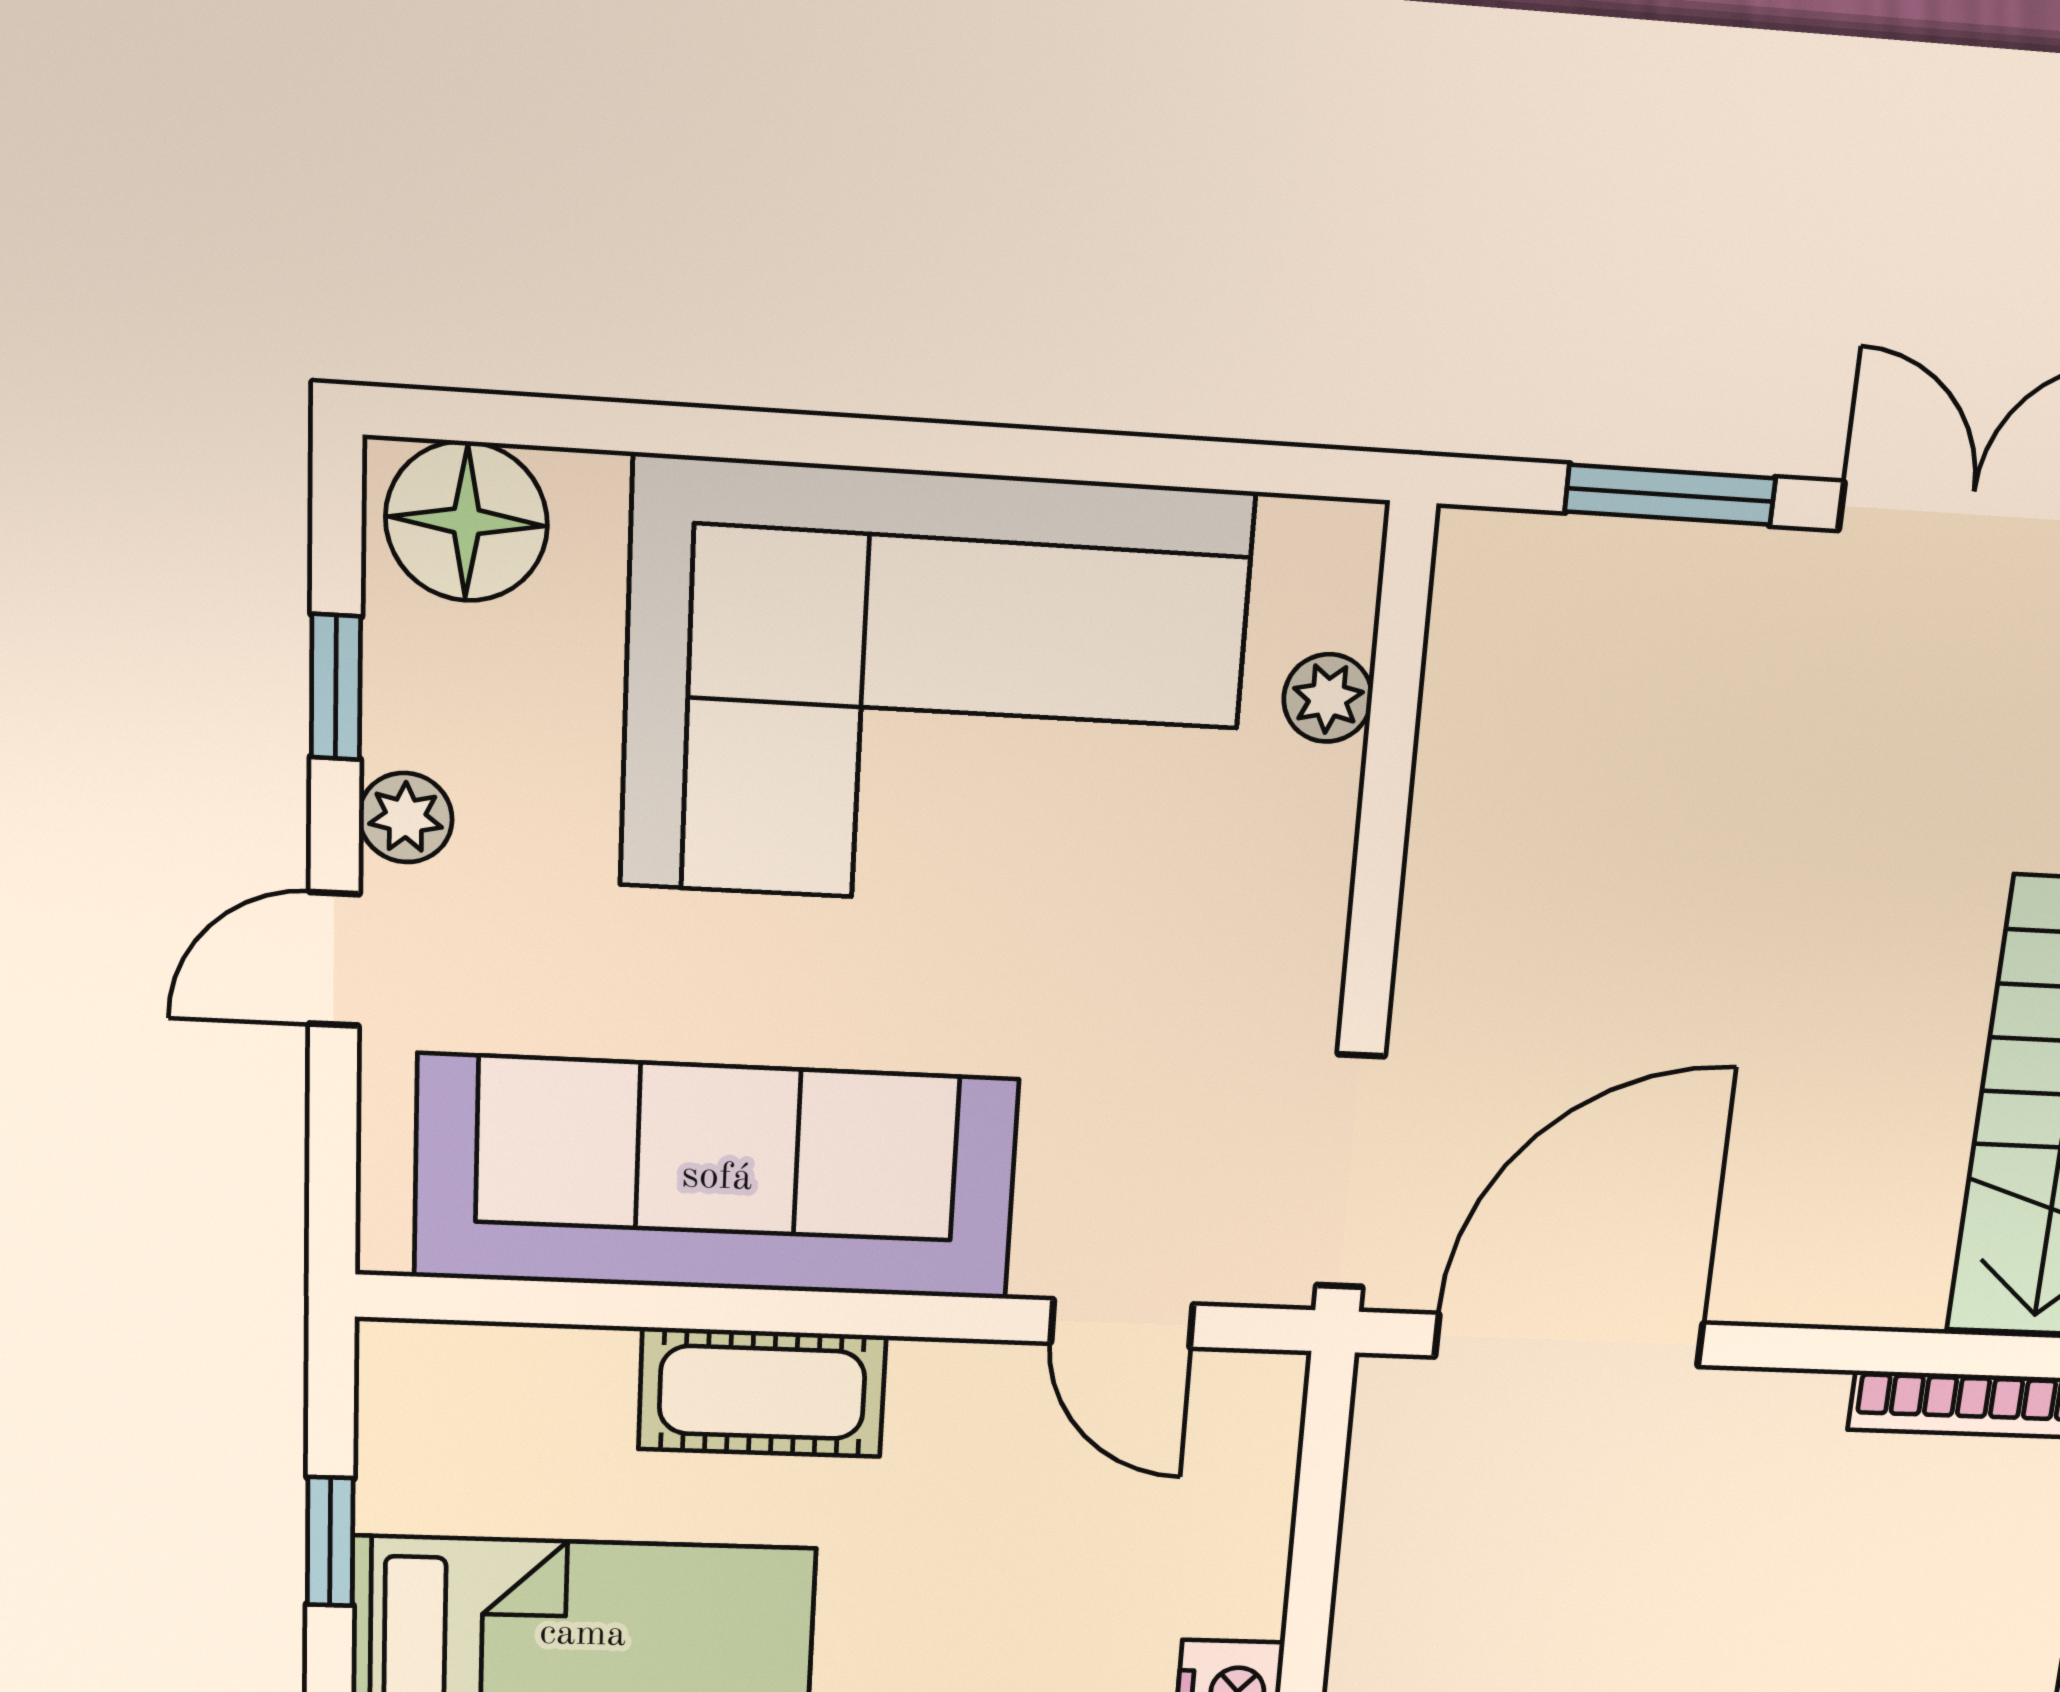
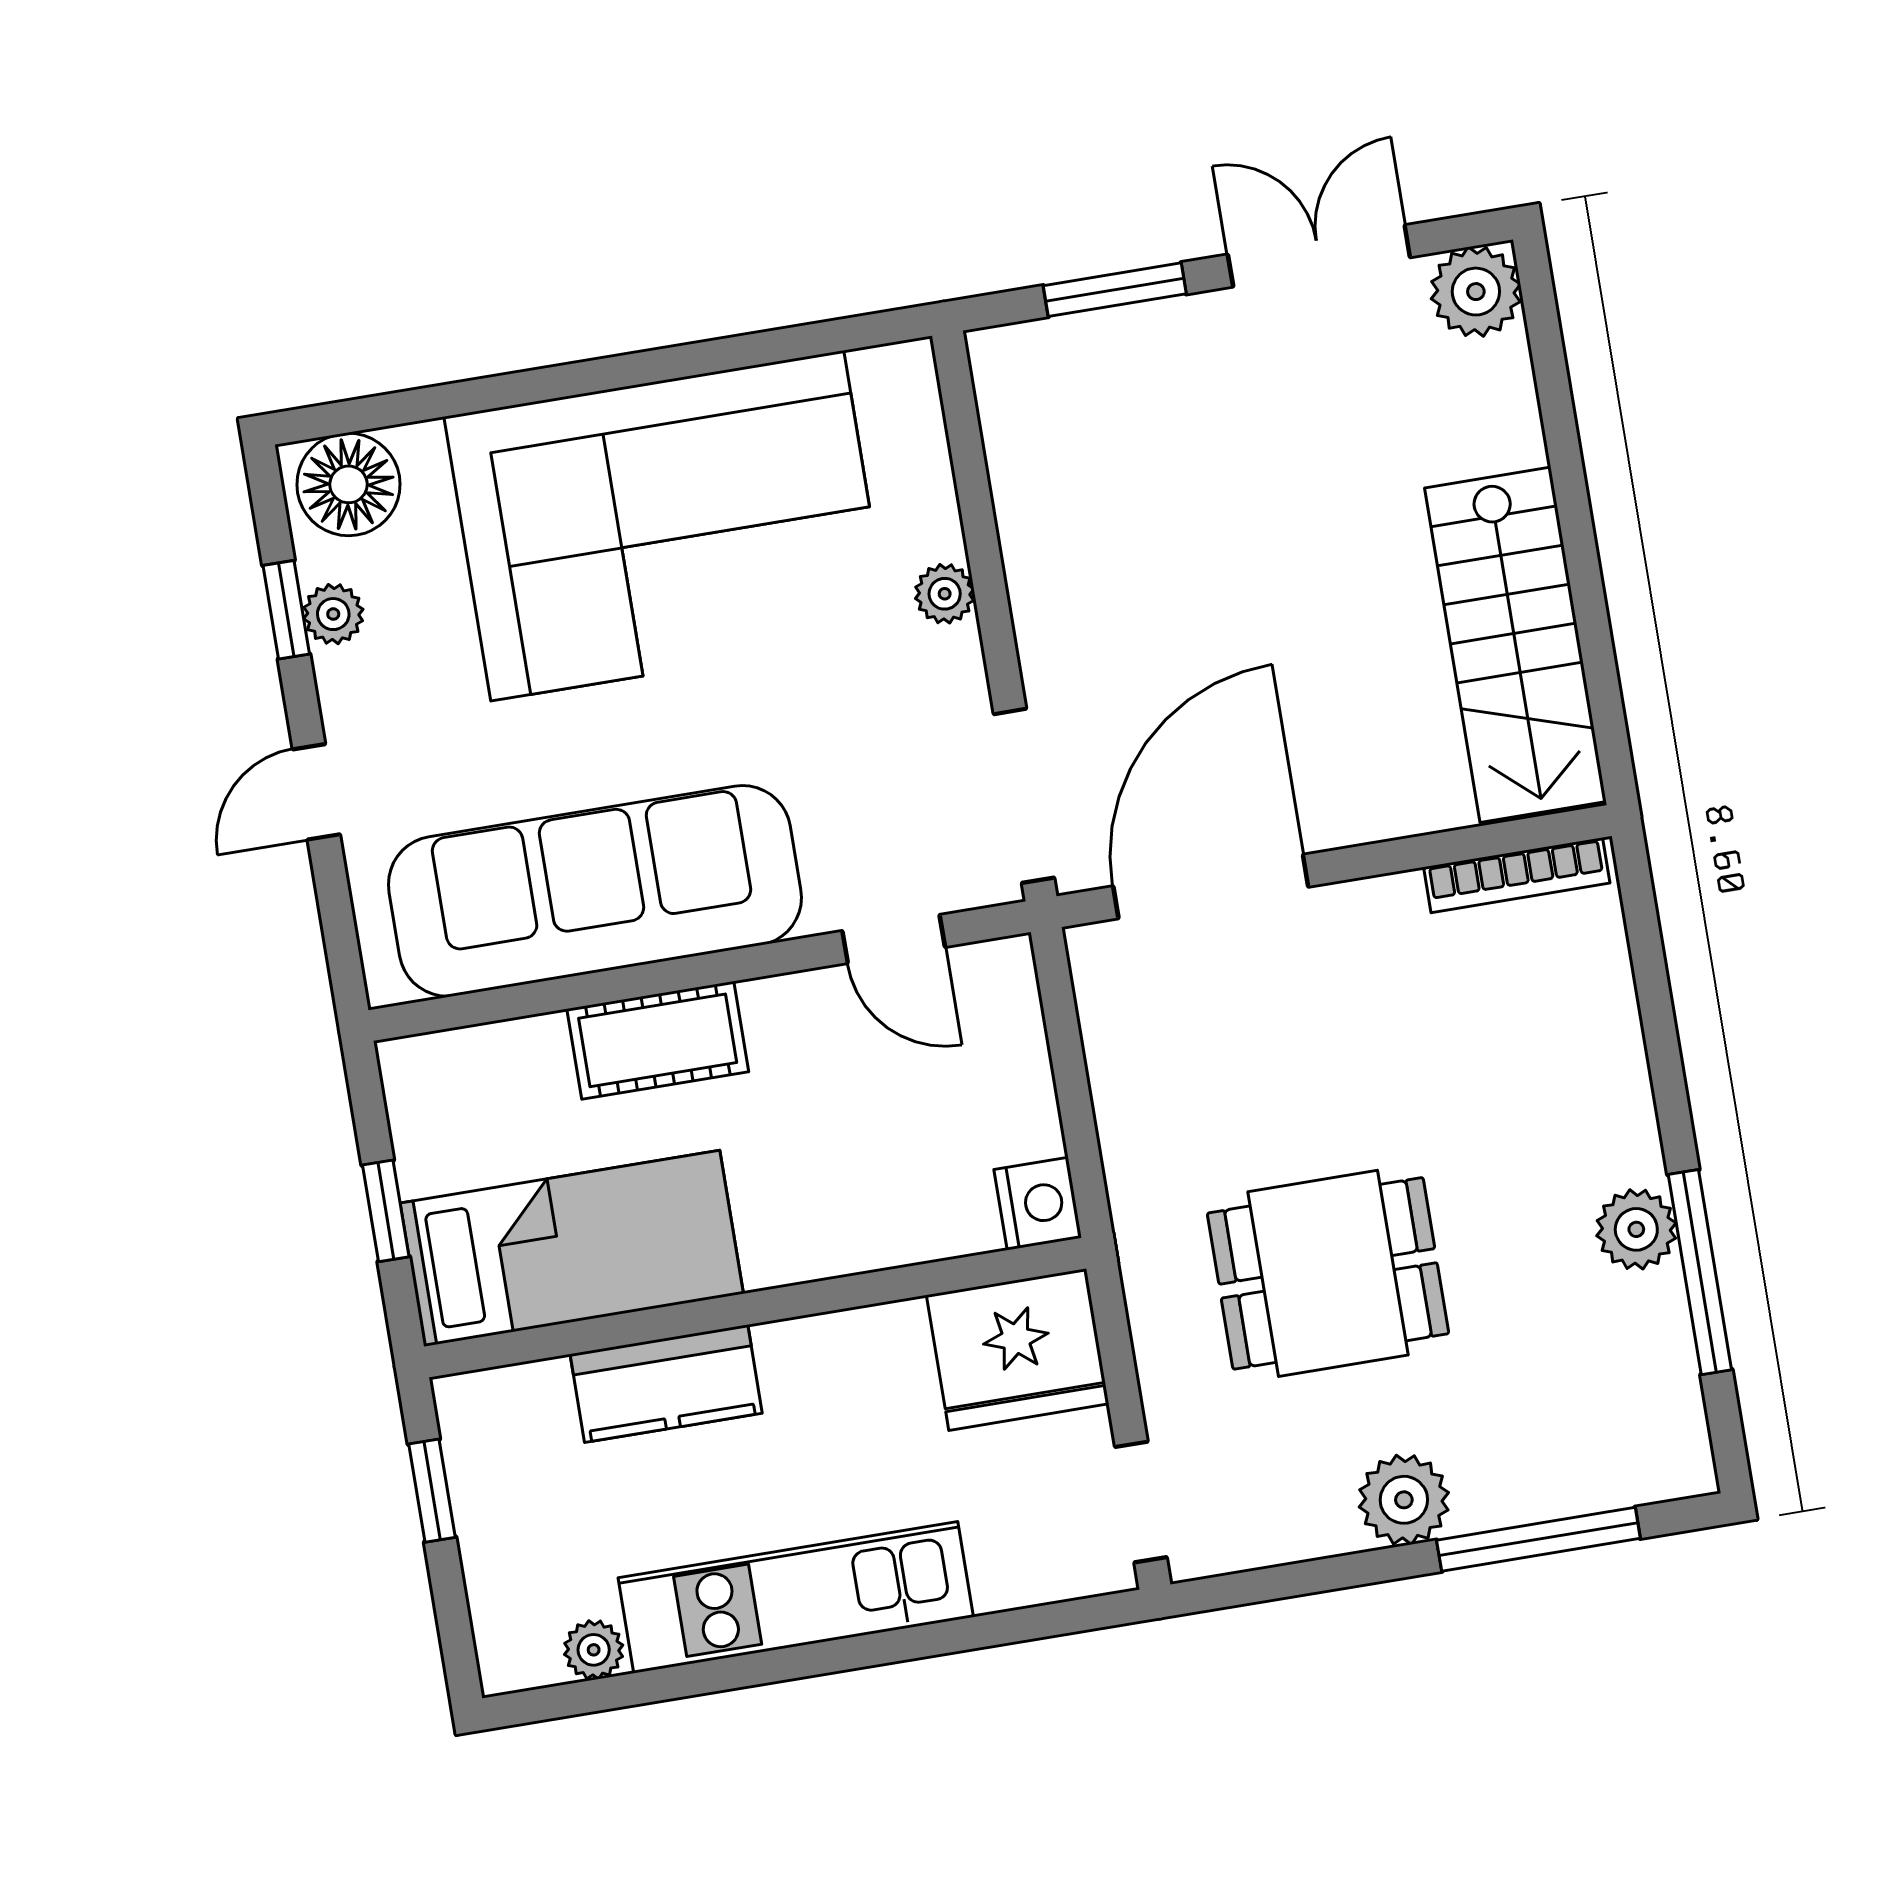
plant: (1328, 698) -> (945, 594), moved
plant: (406, 818) -> (333, 614), moved

